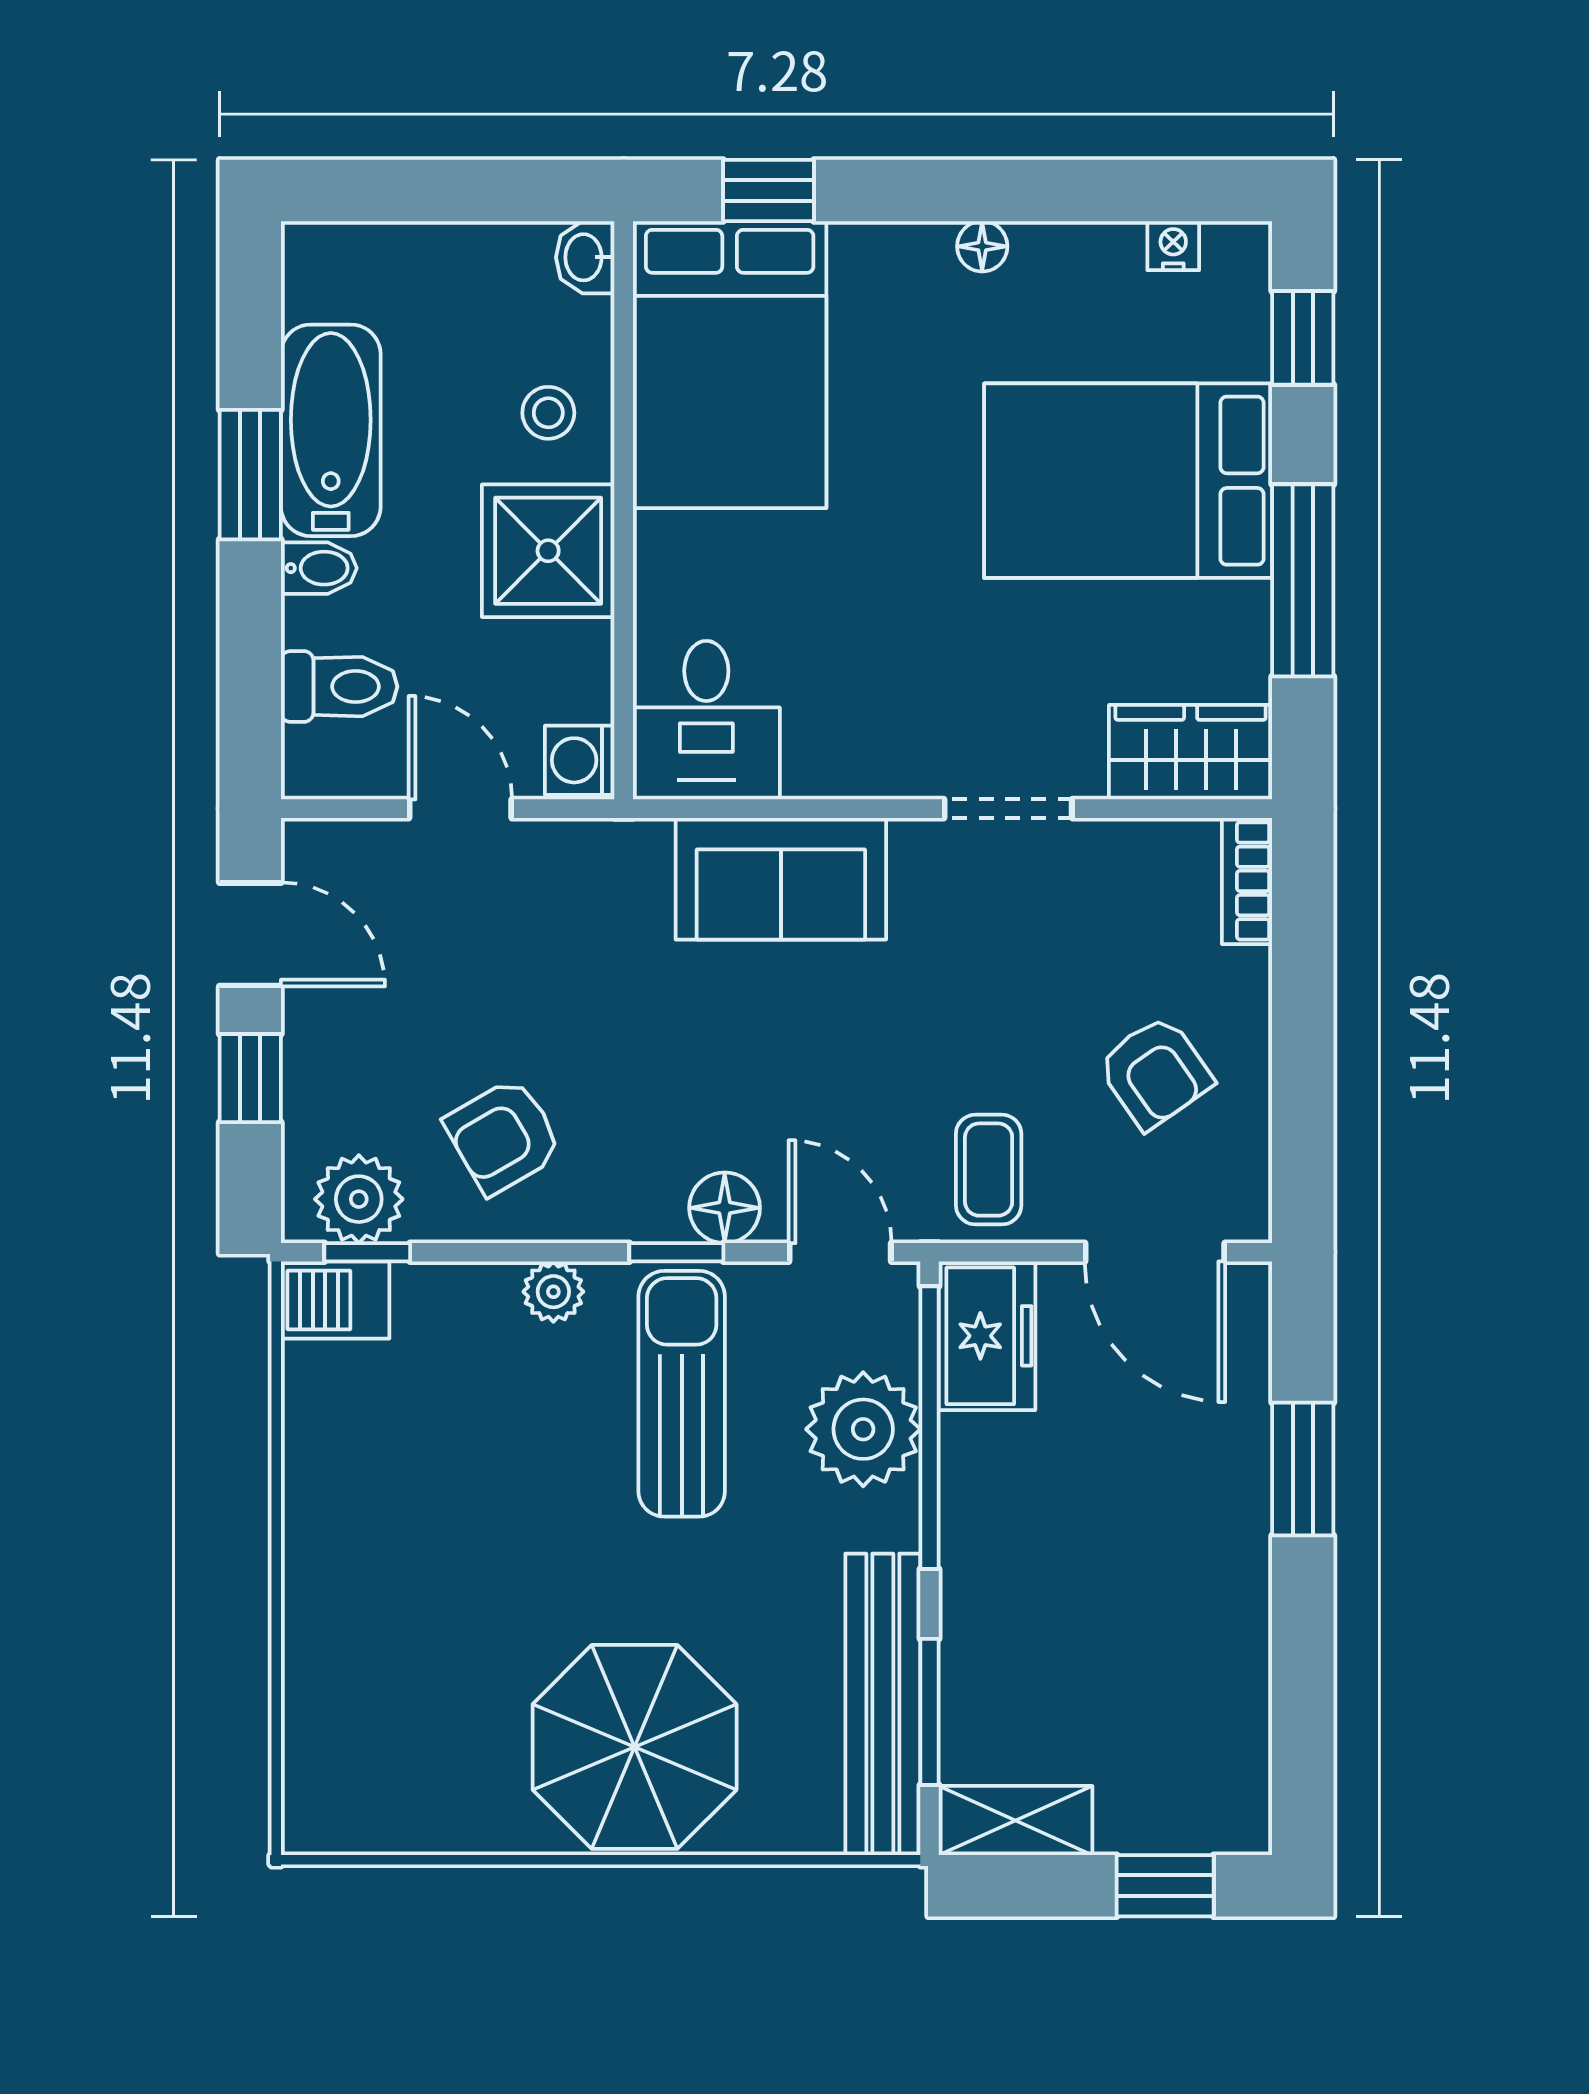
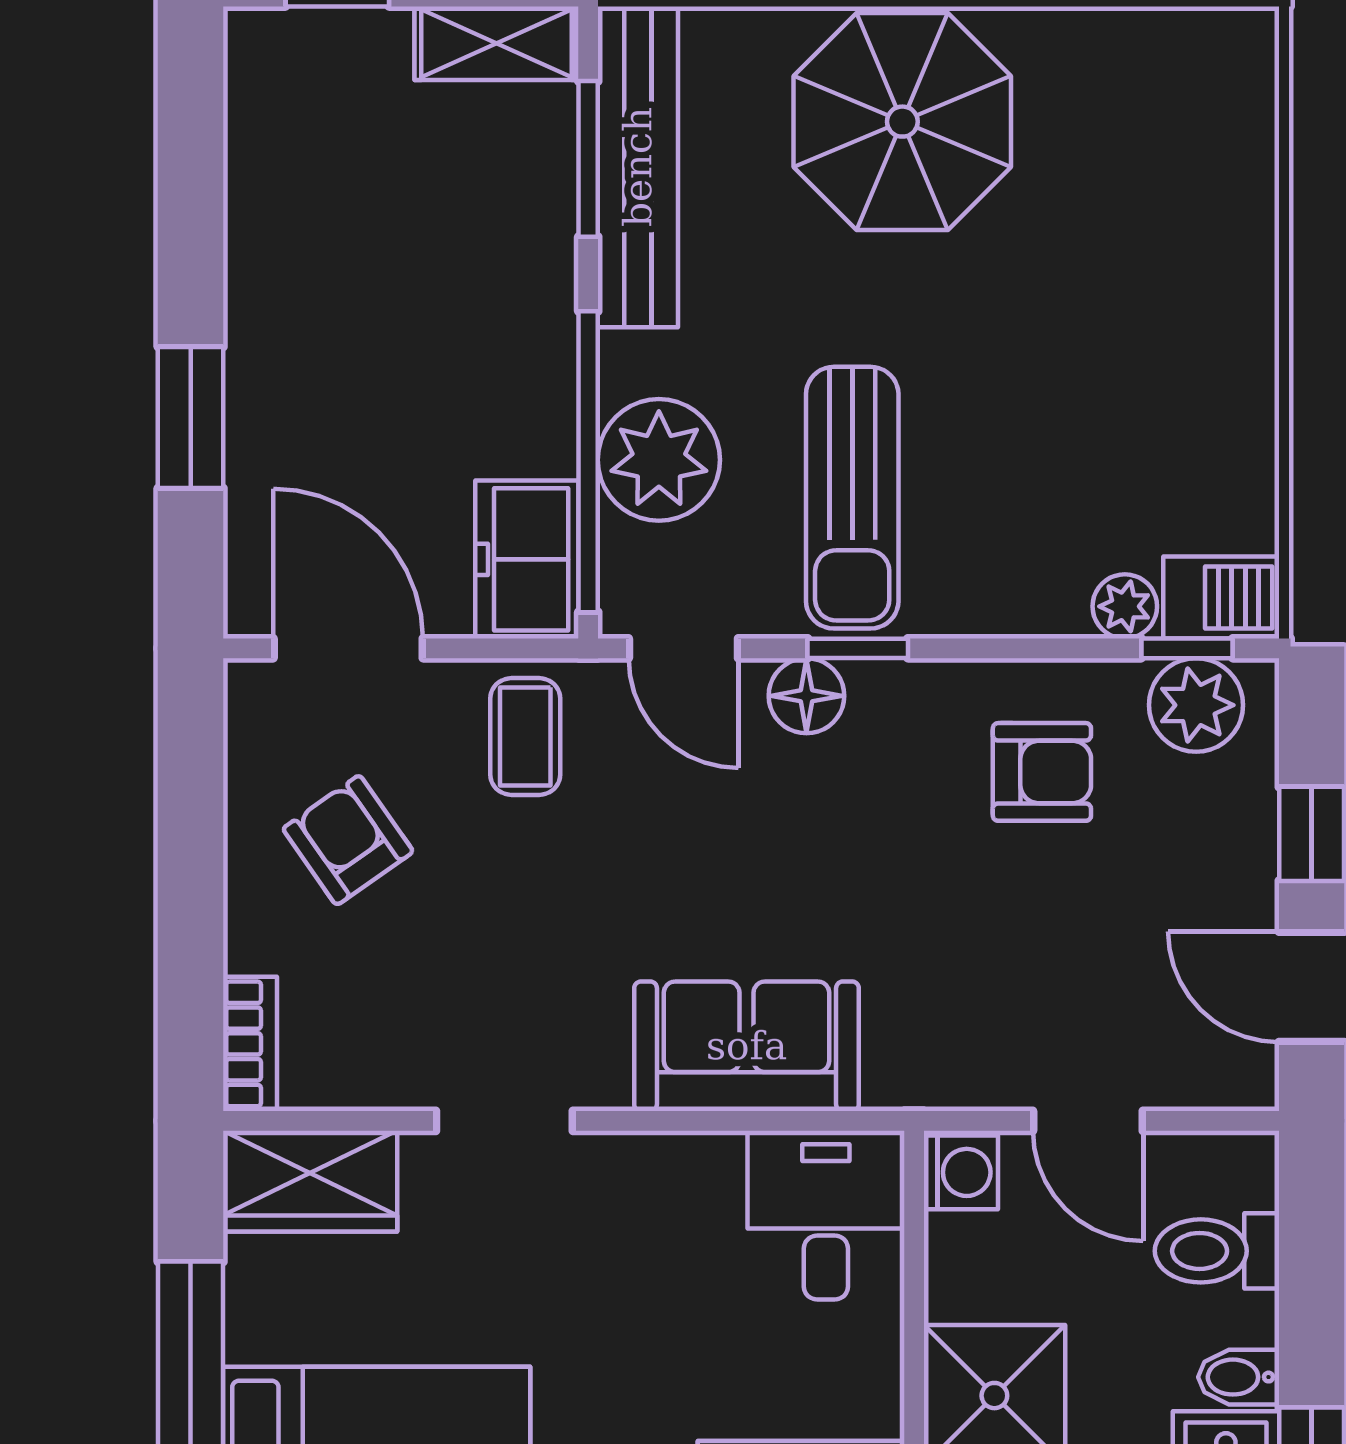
armchair: (503, 1136) -> (1042, 772), turned 30
plant: (553, 1292) -> (1125, 606), moved

